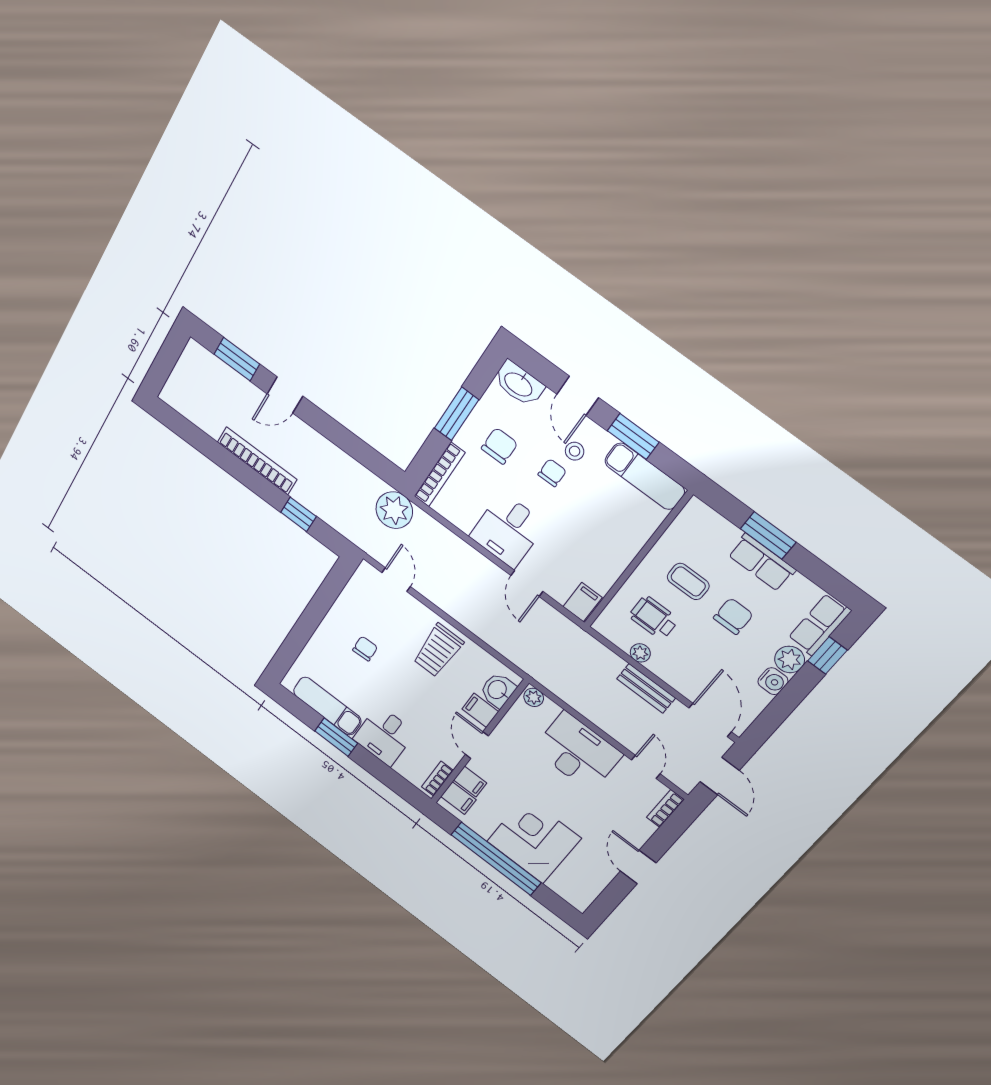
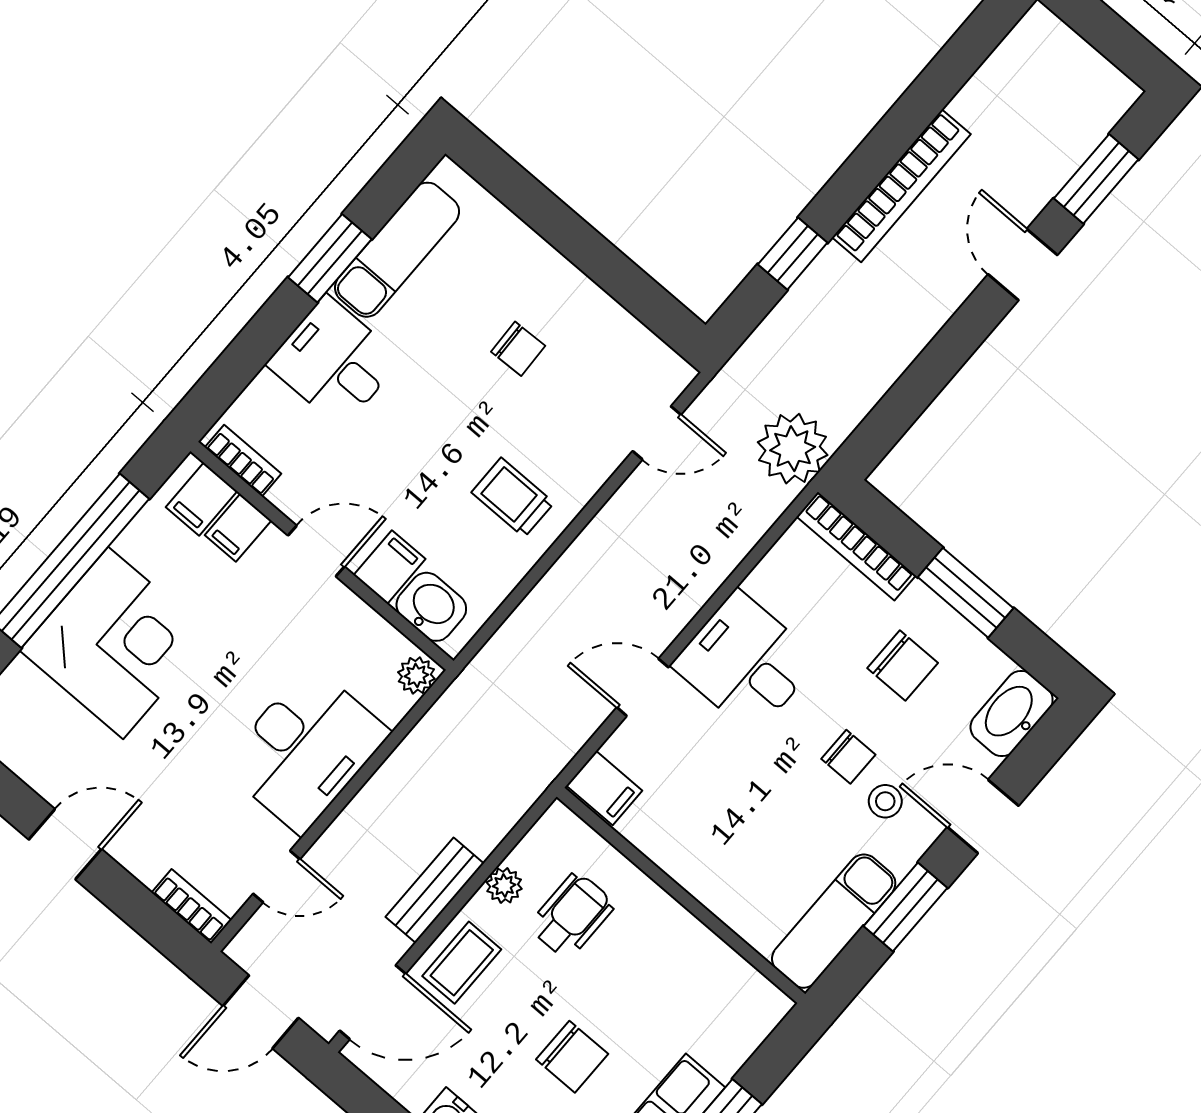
coffee table: (688, 581) -> (462, 963), moved
trolley: (438, 650) -> (513, 498), width x0.73, depth x0.72

